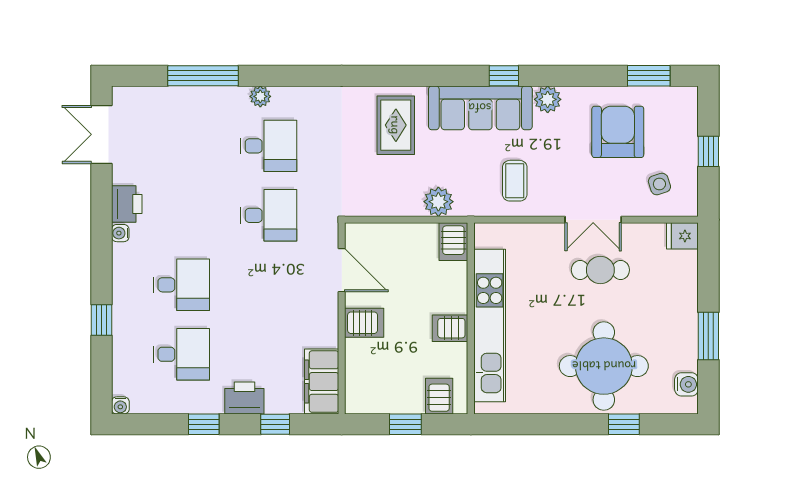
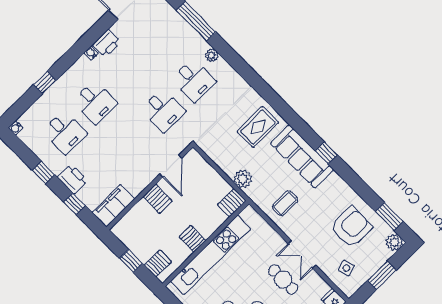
plant: (548, 99) -> (394, 242), moved
window: (708, 151) -> (382, 275), width x1.50

